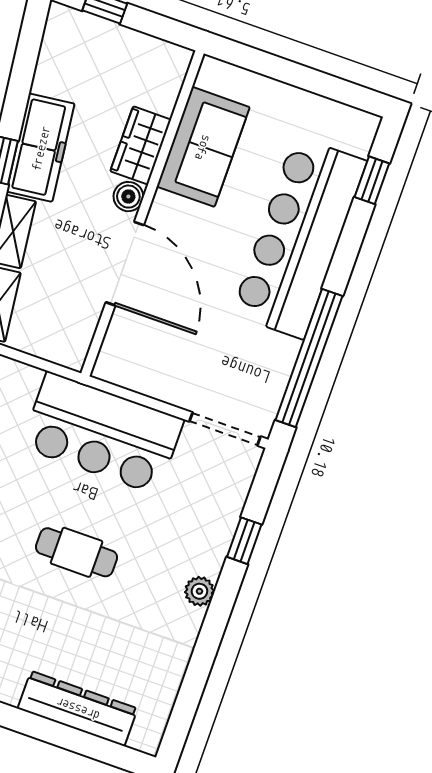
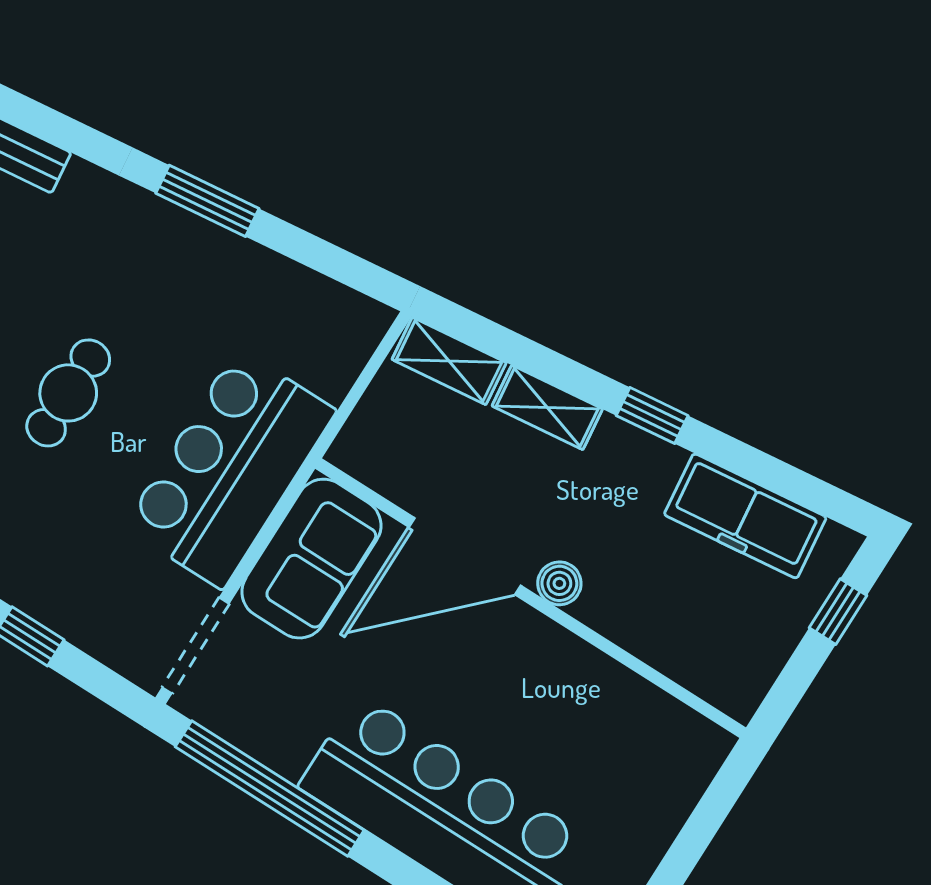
wardrobe: (141, 145) -> (628, 618), removed
sofa: (203, 147) -> (311, 559), moved, turned -90
freezer: (41, 148) -> (745, 516), moved

